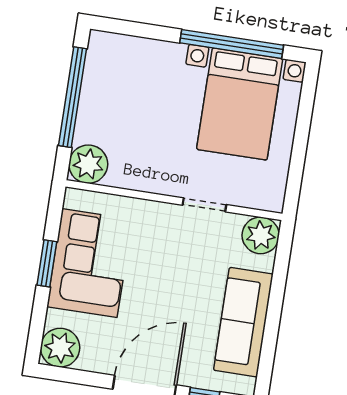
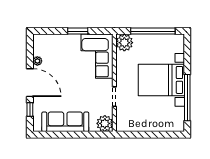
bed with nightstands: (240, 104) -> (161, 80), moved
corner sofa: (89, 263) -> (97, 56), moved, turned 90
plant: (60, 348) -> (37, 61), moved, width x0.53, depth x0.53

